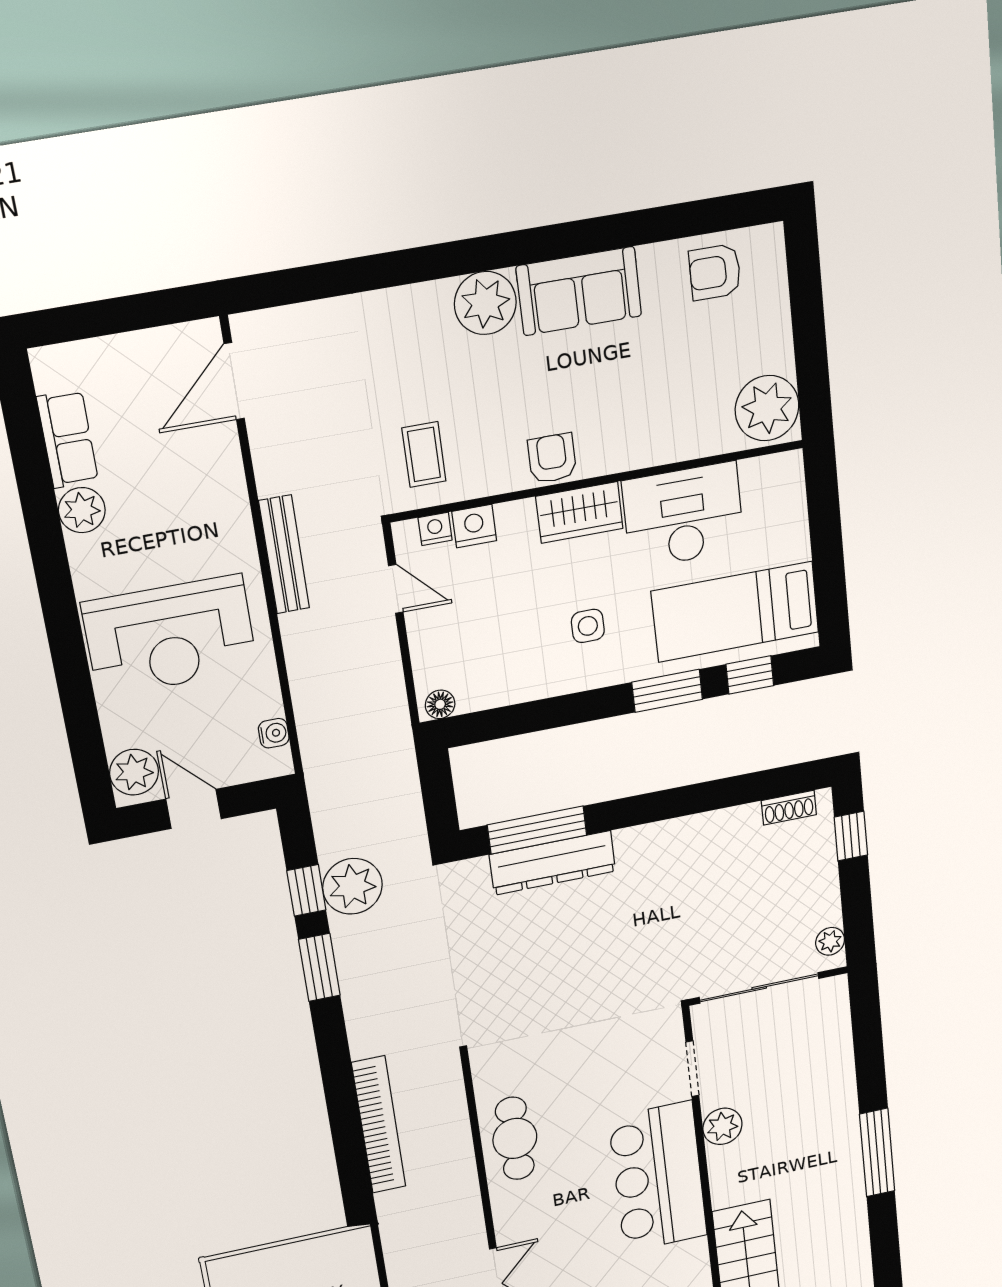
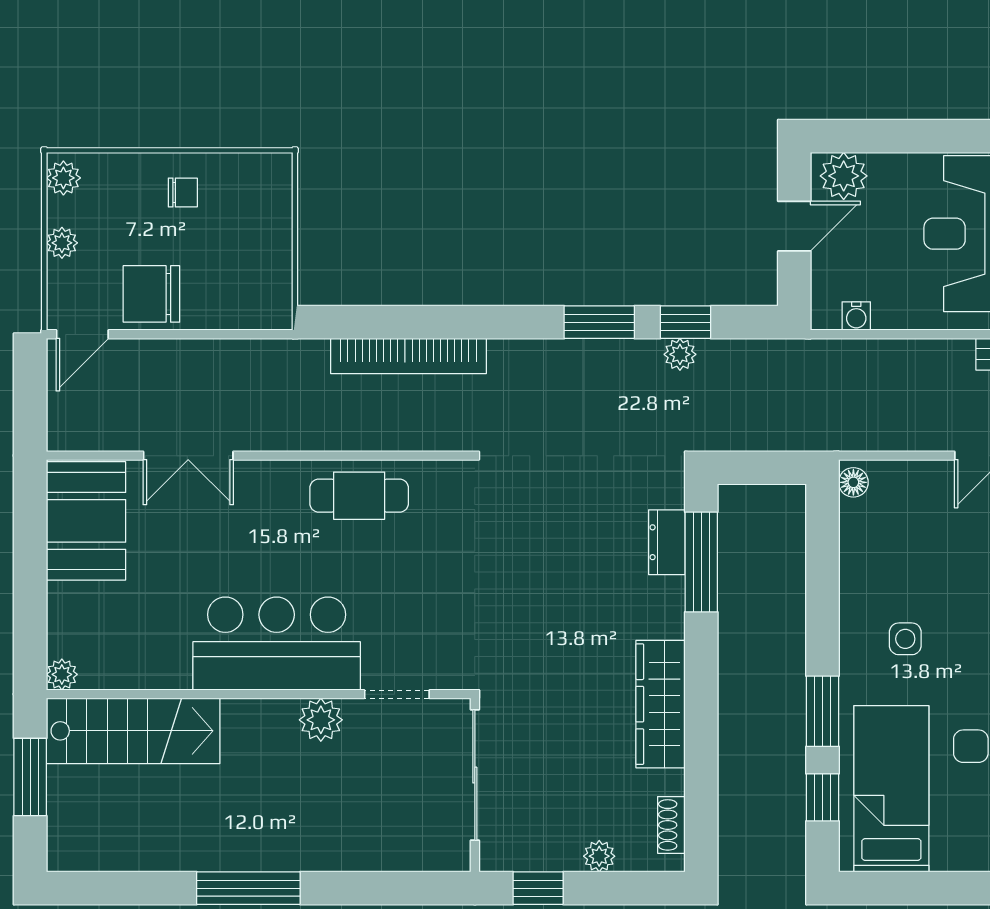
window: (851, 836) -> (538, 888), moved
wardrobe: (677, 840) -> (660, 704), added
dresser: (553, 863) -> (667, 542), width x0.51, depth x0.80
plant: (352, 886) -> (680, 354), width x0.53, depth x0.53
plant: (830, 941) -> (599, 856), moved

